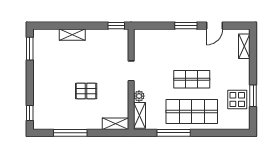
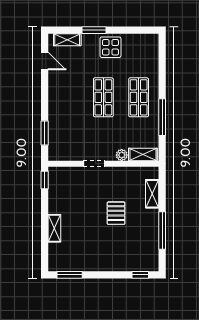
window: (186, 26) -> (45, 133), moved
door: (215, 26) -> (45, 61), moved
window: (253, 96) -> (94, 30), moved
display table: (237, 100) -> (110, 47), moved
shop shelf: (192, 112) -> (139, 97), width x0.70, depth x0.74
shelving: (116, 124) -> (152, 194), moved

